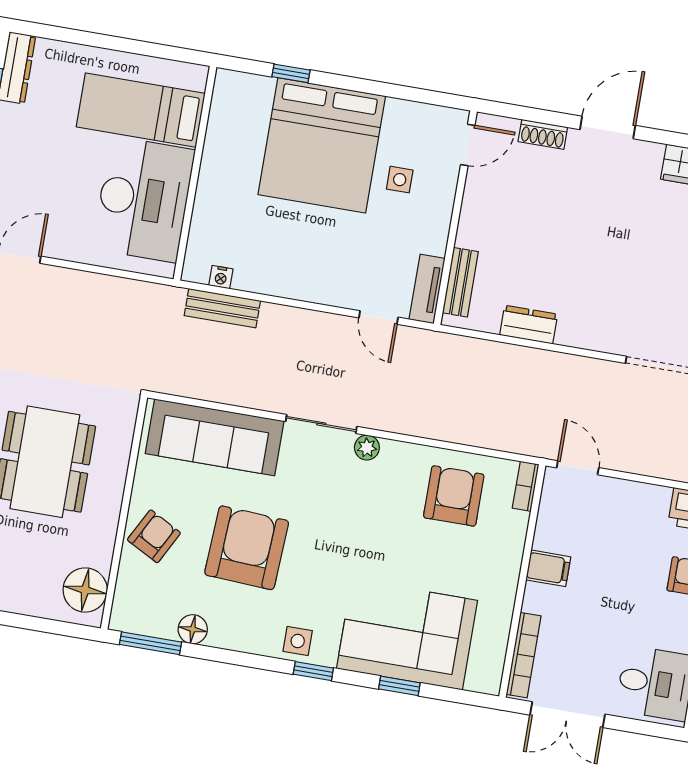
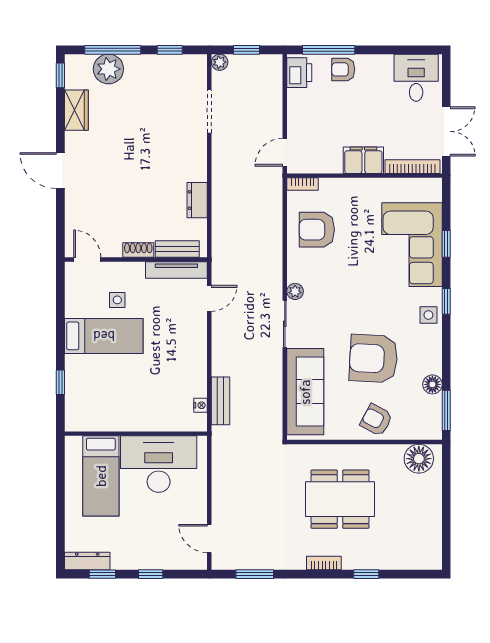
shoe rack: (543, 134) -> (138, 250), moved, turned -90
bed: (322, 145) -> (104, 336), width x0.49
tv unit: (427, 289) -> (176, 270), width x1.41
filing cabinet: (548, 568) -> (363, 160), width x2.00

